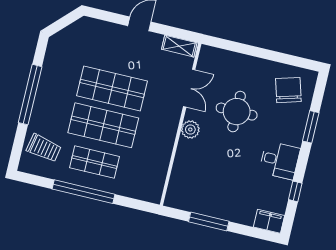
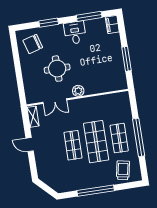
shop shelf: (112, 88) -> (73, 145), width x0.70, depth x0.74
double door: (189, 88) -> (55, 101), swing flipped
window: (295, 191) -> (89, 16), width x2.17

